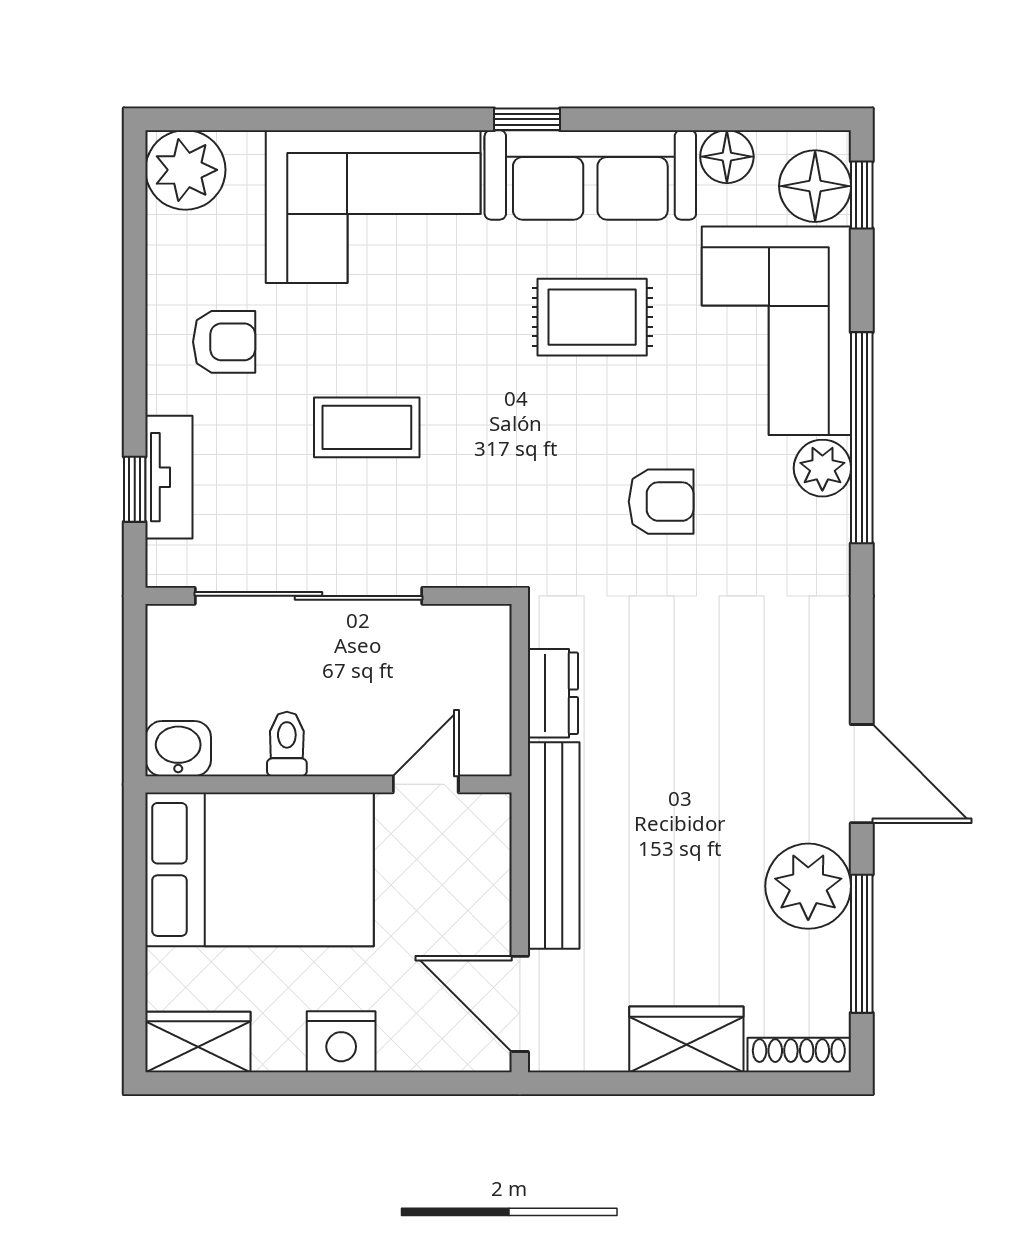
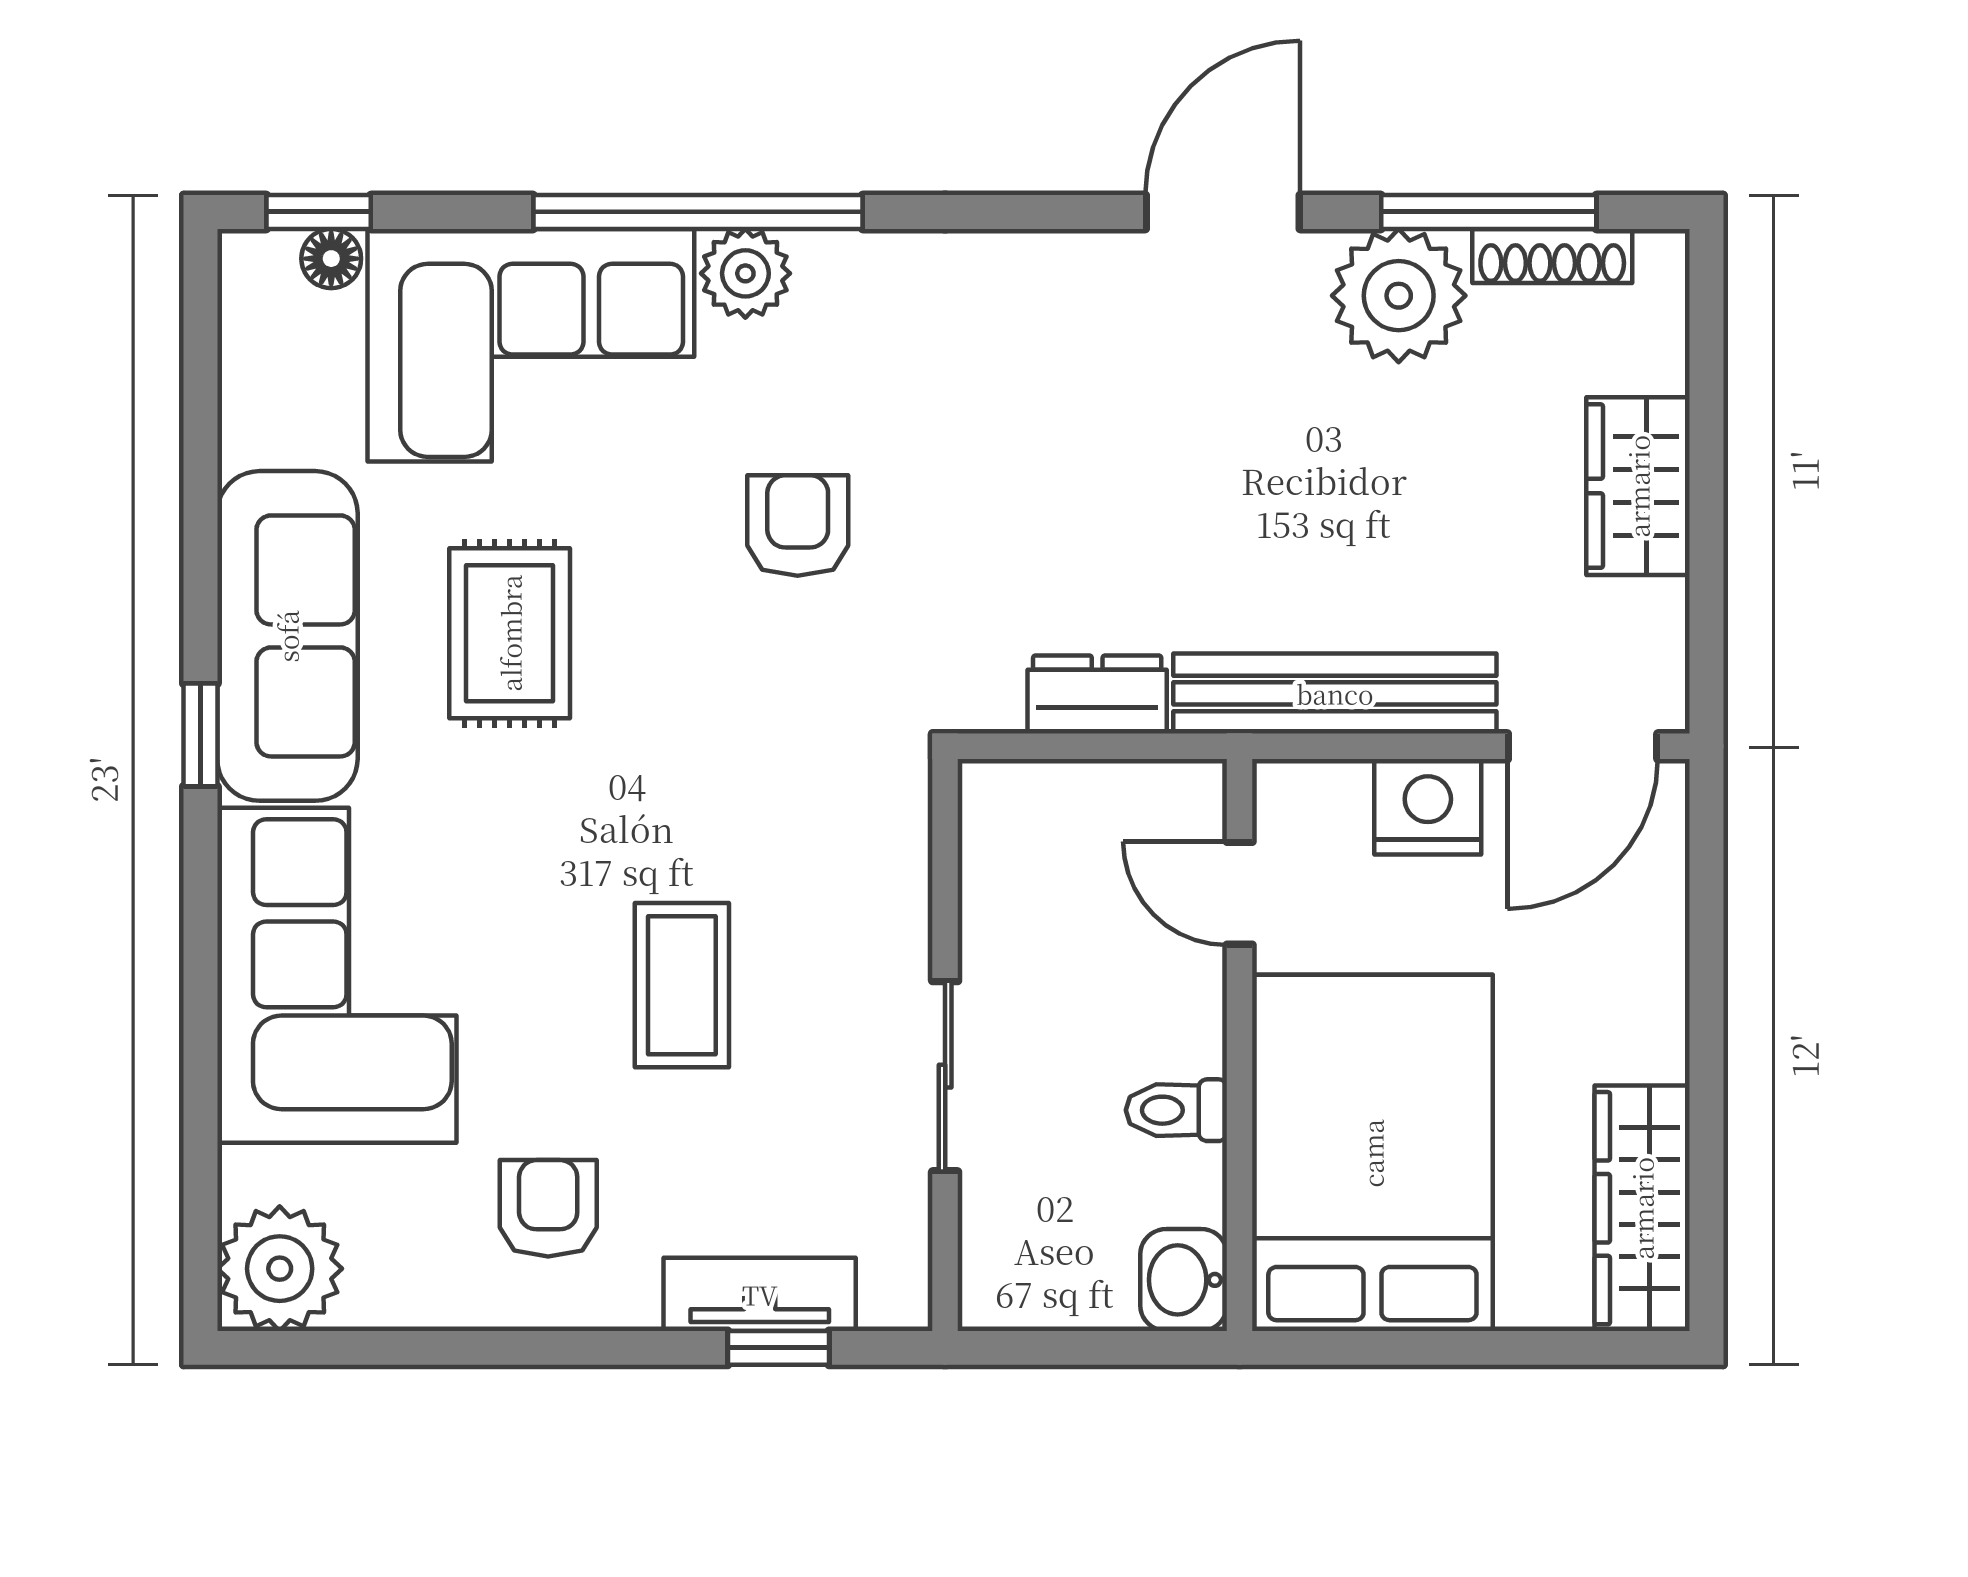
floor lamp: (727, 157) -> (259, 423), removed
floor lamp: (815, 186) -> (331, 259), width x0.53, depth x0.53
sliding door: (309, 596) -> (945, 1076), width x0.54
wardrobe: (198, 1042) -> (1642, 1208), width x1.50
nightstand: (341, 1042) -> (1428, 807), moved, turned -90
shoe rack: (799, 1055) -> (1552, 256), moved, turned -90

